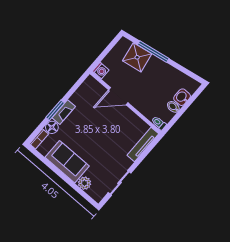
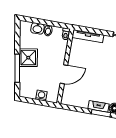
shower: (137, 57) -> (28, 58), moved
washing machine: (101, 71) -> (41, 96), moved
door: (118, 96) -> (64, 74), hinge flipped

